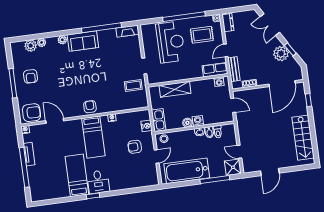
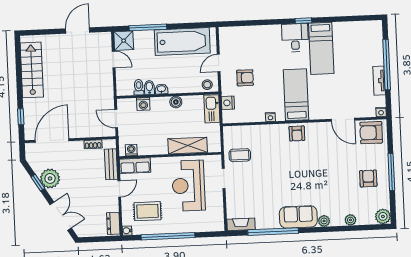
reception desk: (171, 42) -> (188, 186), moved
plant: (31, 46) -> (383, 216), moved
washing machine: (198, 121) -> (143, 104), moved

